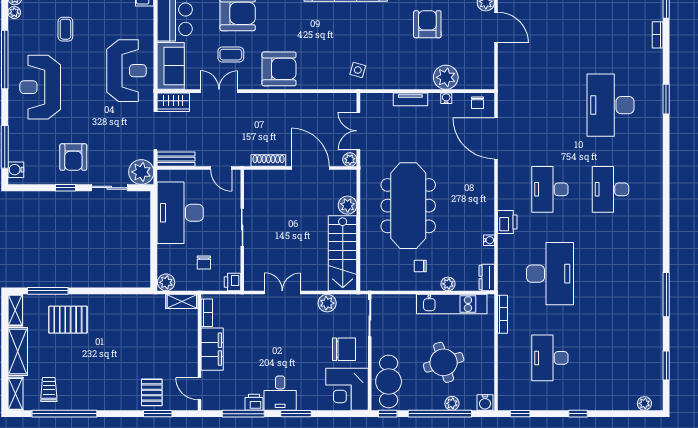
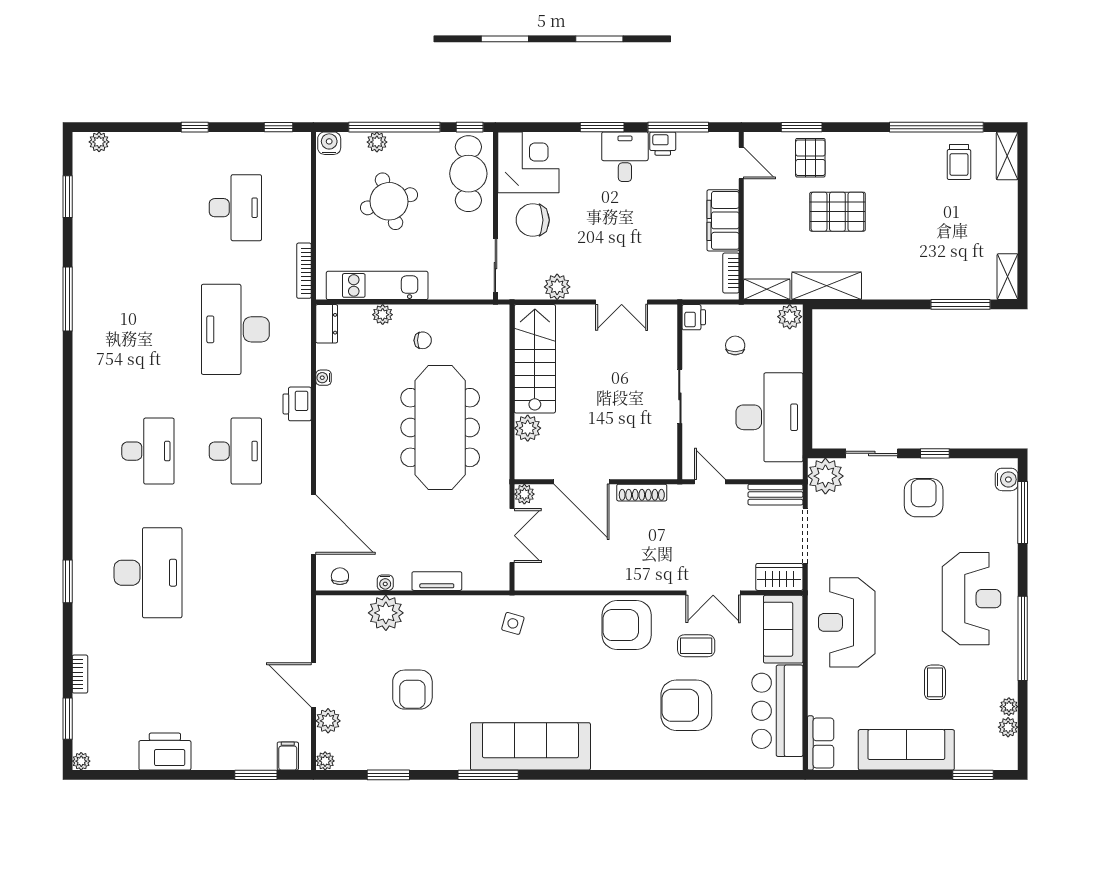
pallet: (68, 320) -> (837, 212), moved
shelving: (18, 351) -> (827, 286), moved, turned 90

